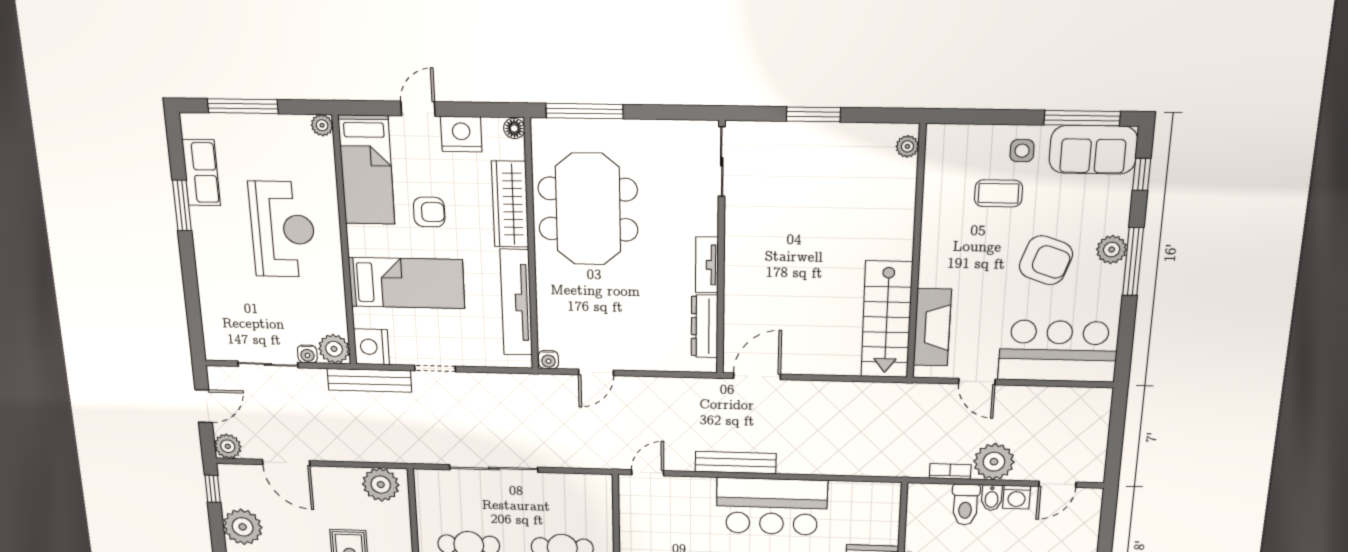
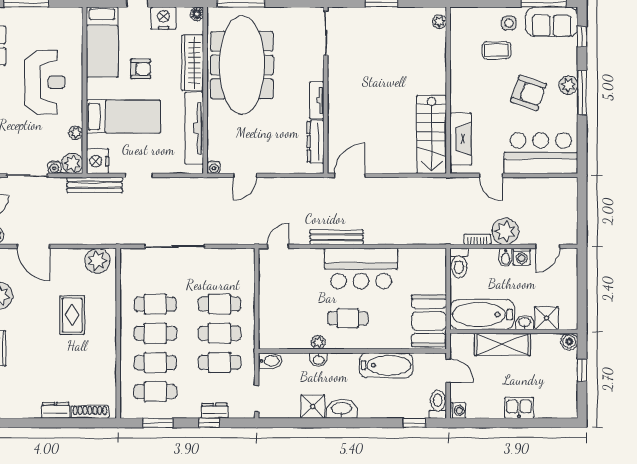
plant: (322, 125) -> (76, 133), moved
meeting table: (588, 209) -> (242, 65), width x1.36
toilet: (965, 505) -> (459, 263), moved

